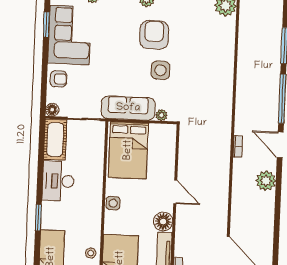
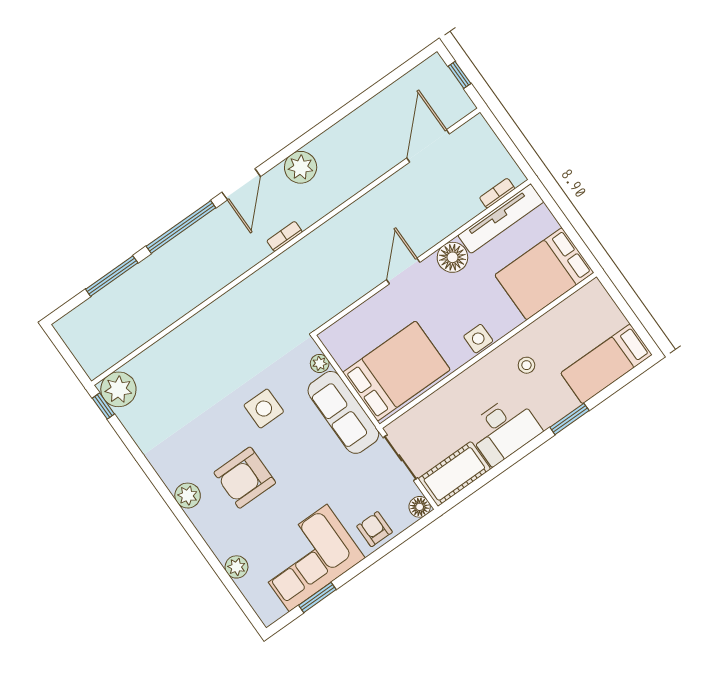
armchair: (154, 35) -> (245, 478), moved
stool: (91, 253) -> (526, 365), moved

